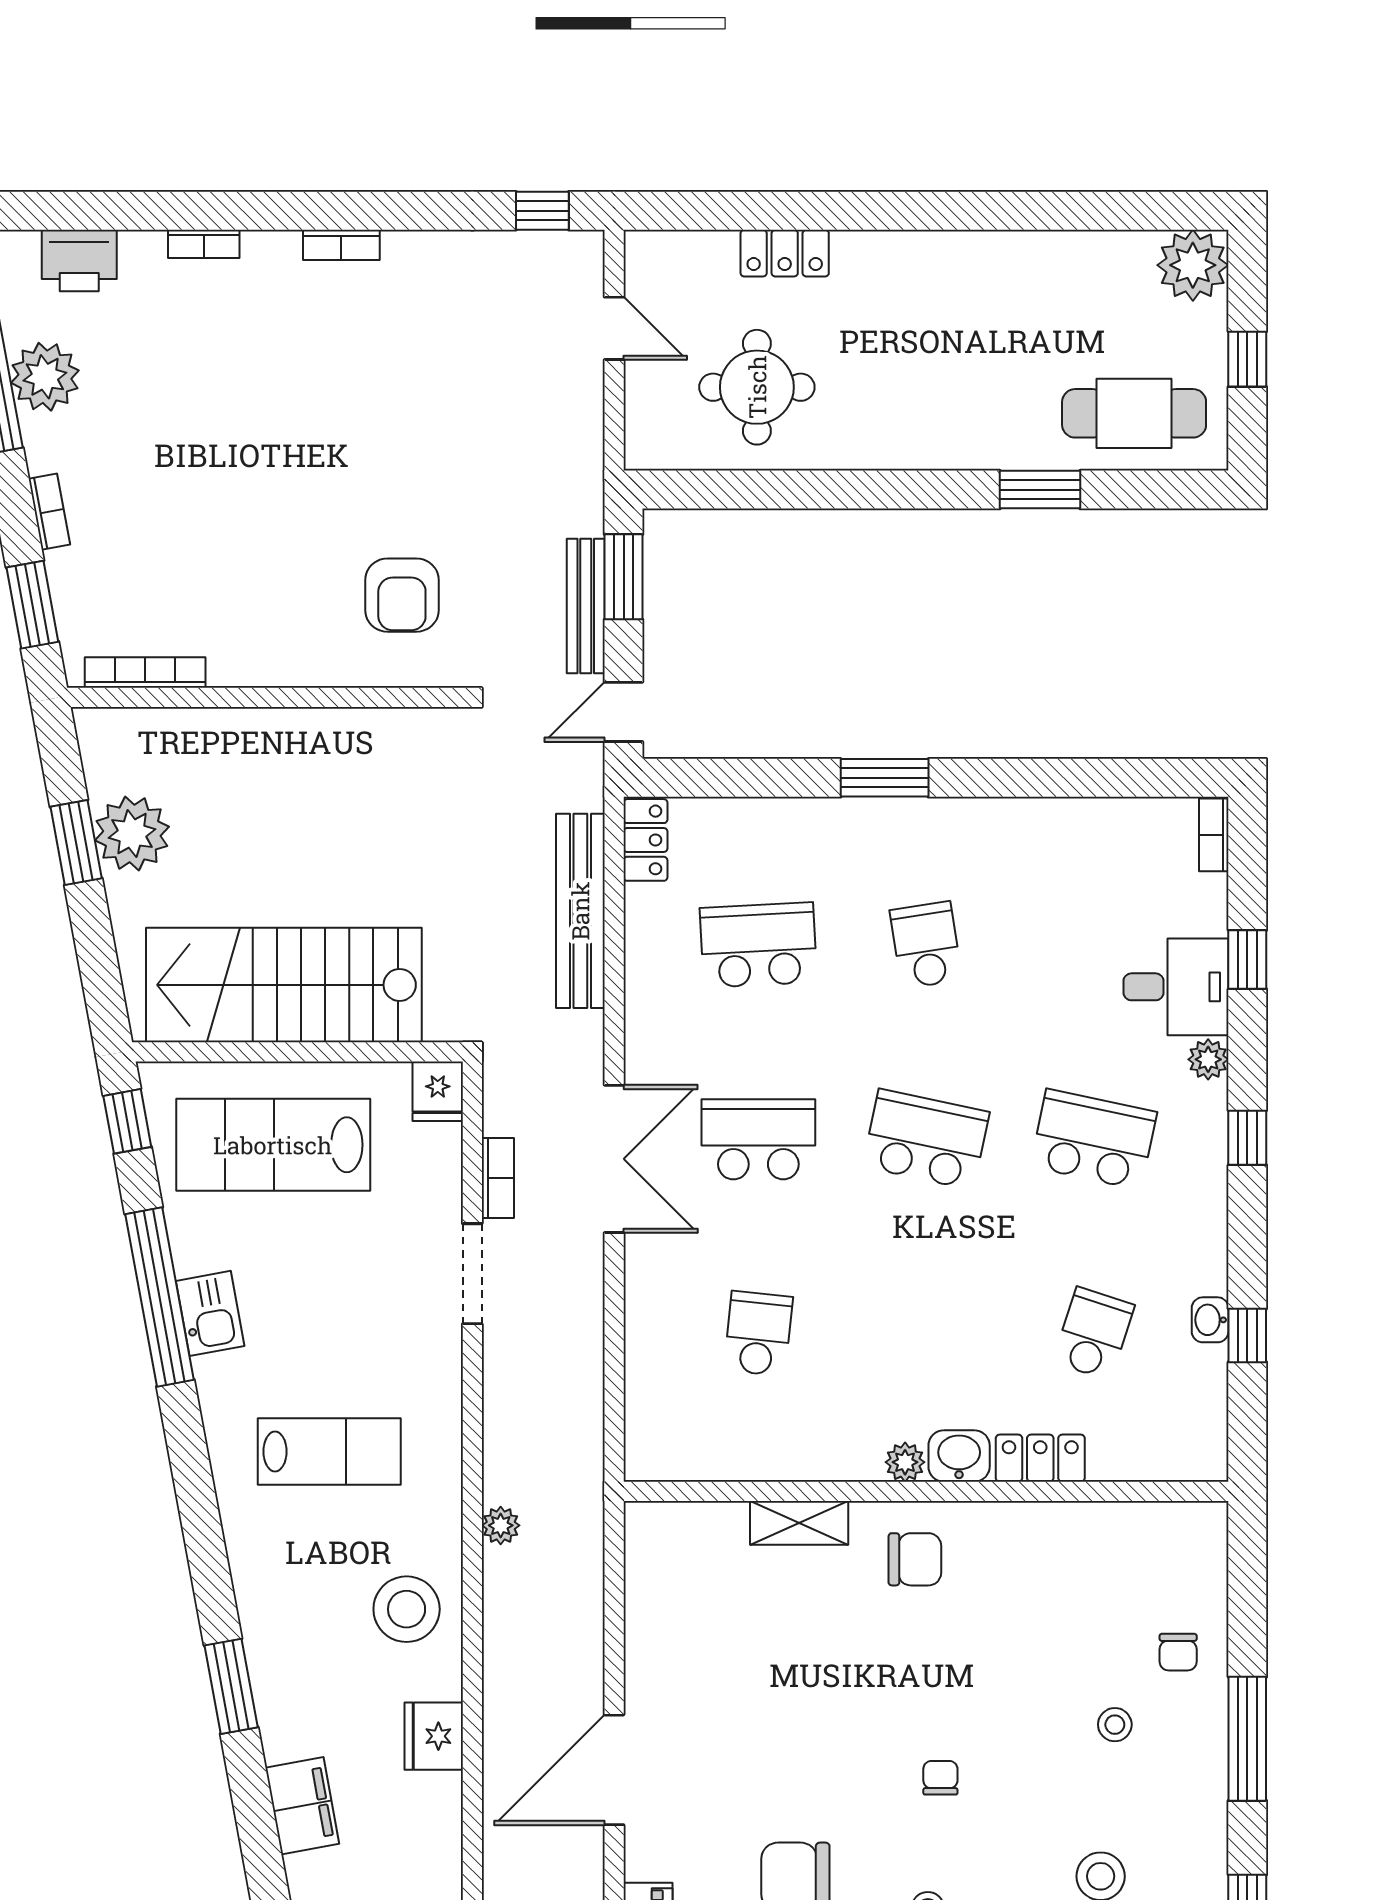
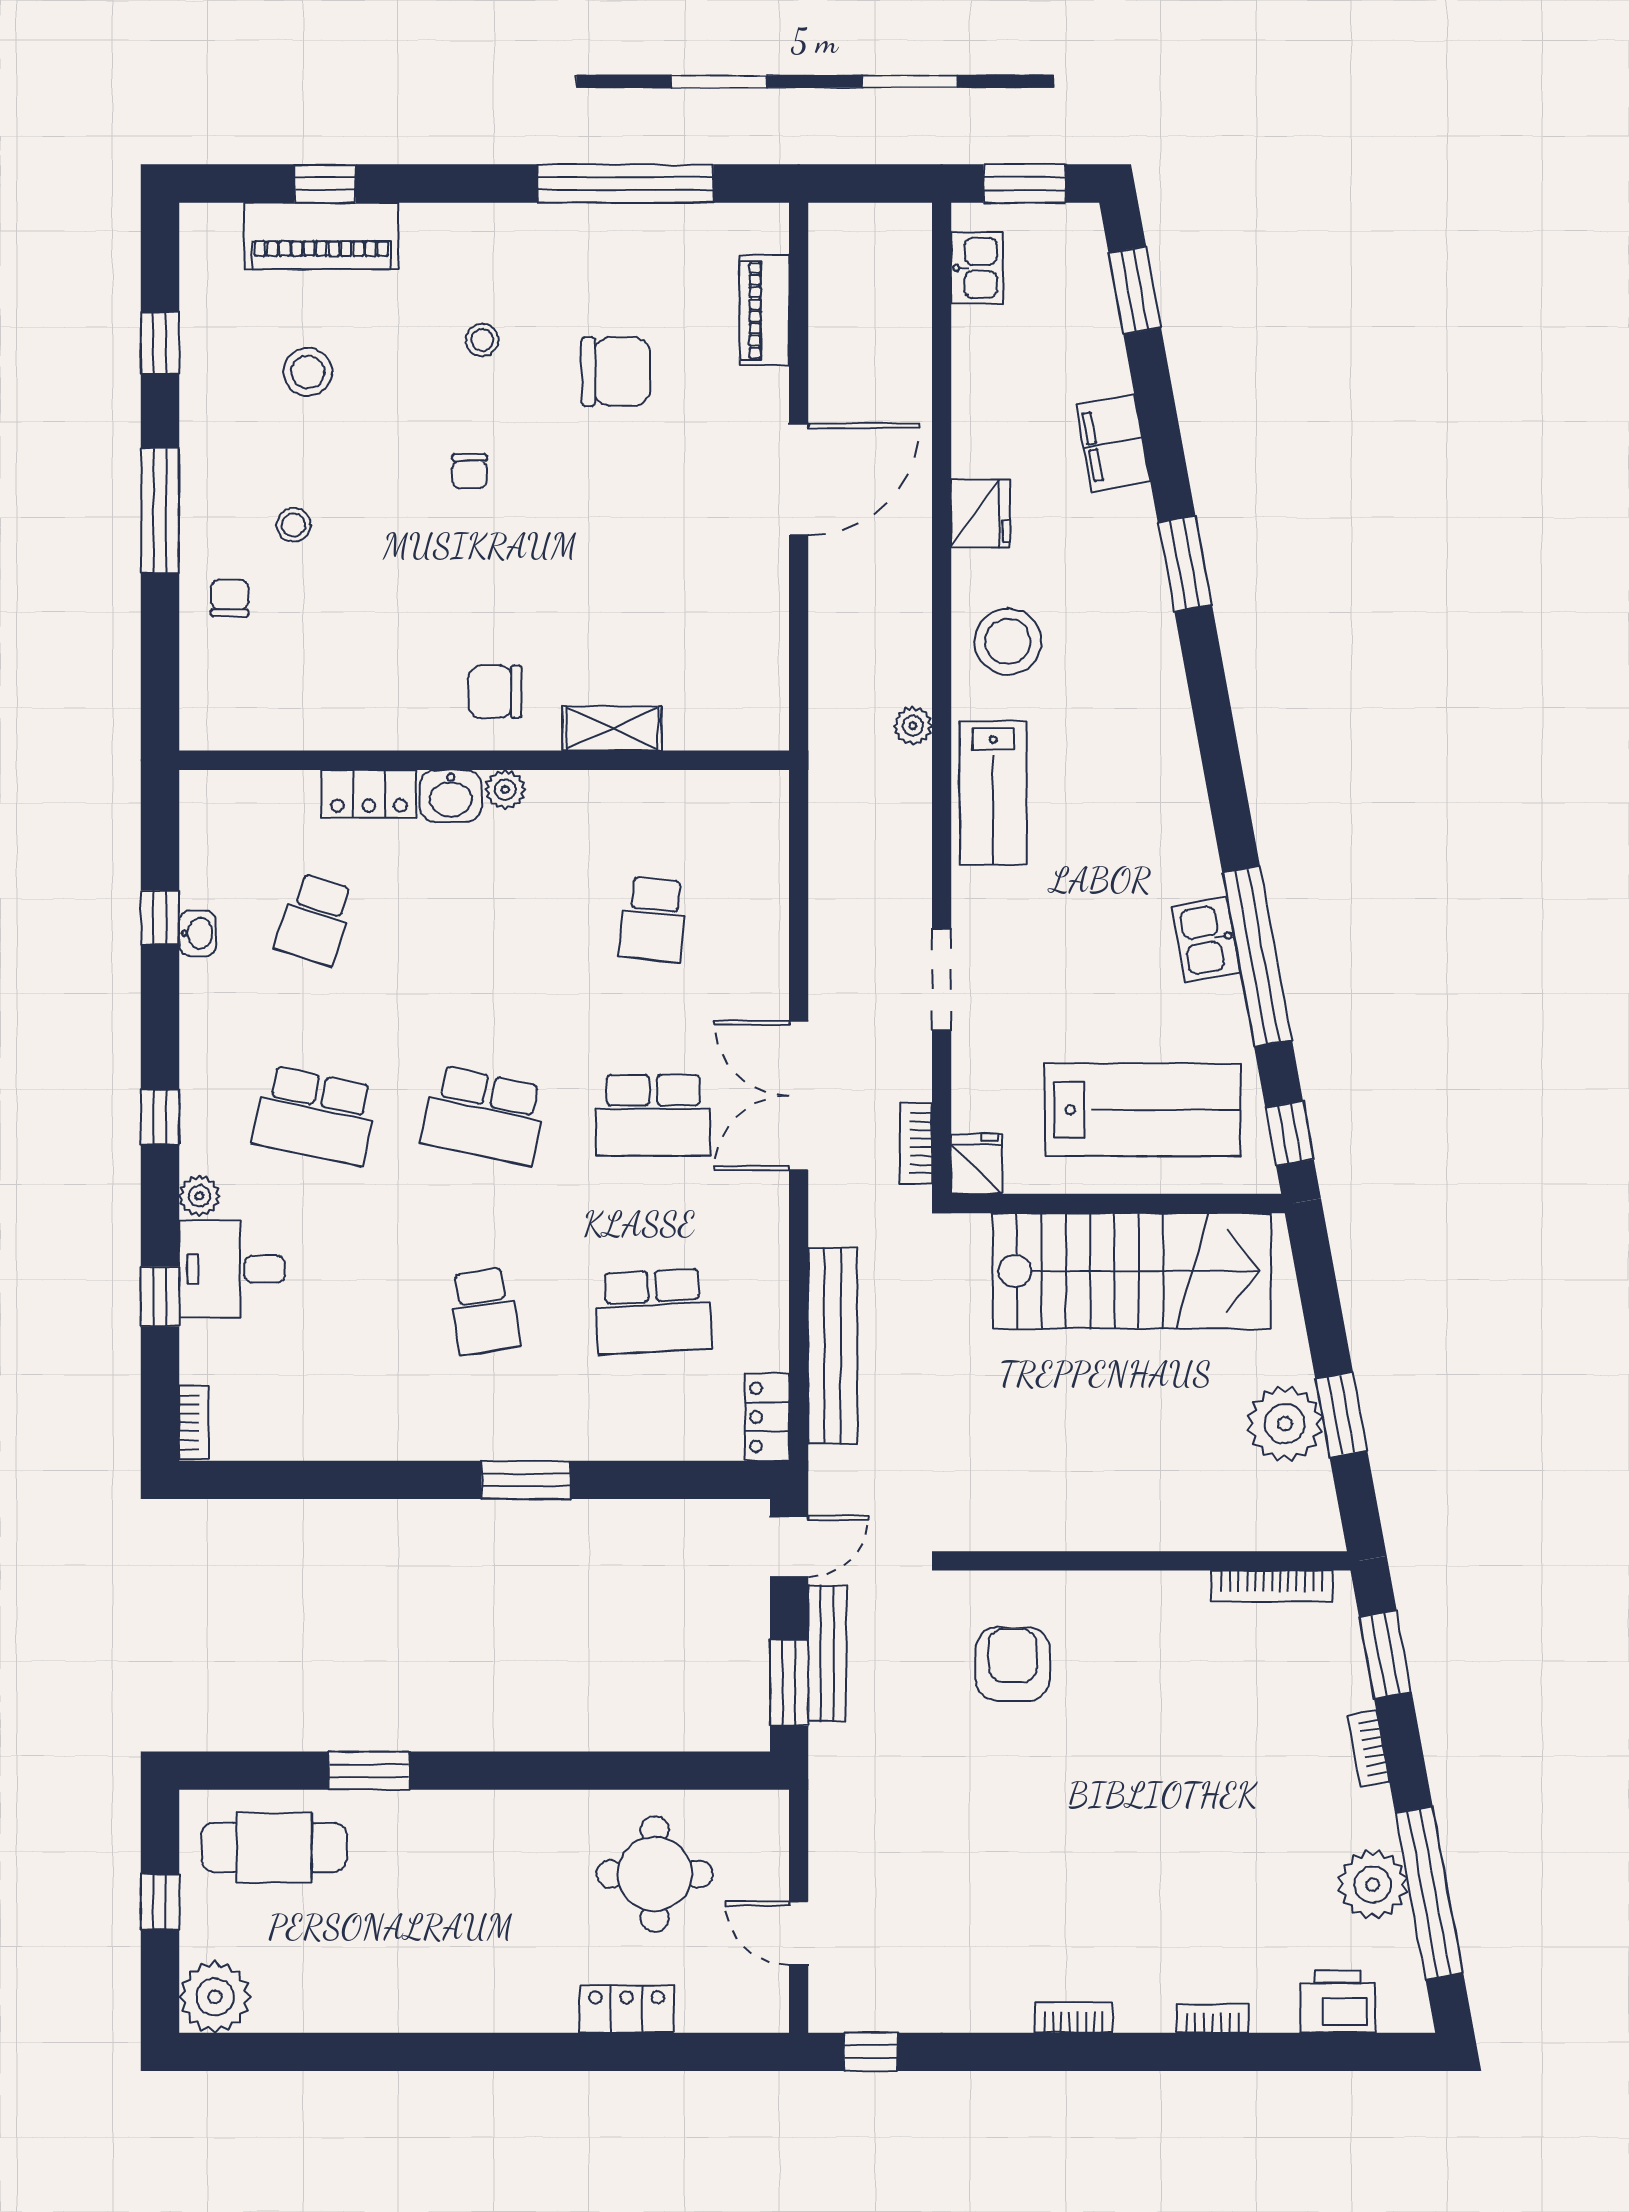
bookcase: (498, 1178) -> (916, 1143), moved
lab bench: (329, 1452) -> (993, 793), moved, turned -90

